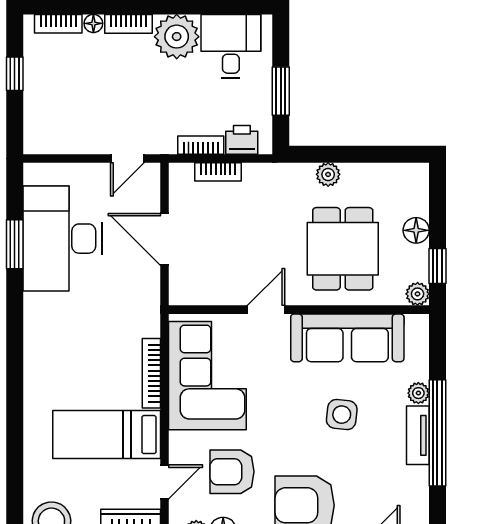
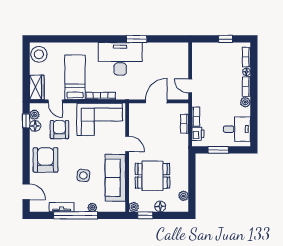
plant: (177, 37) -> (245, 102), width x0.53, depth x0.53
plant: (328, 174) -> (183, 196), moved
desk: (62, 239) -> (120, 59), moved
window: (15, 244) -> (136, 39), moved
tv unit: (418, 435) -> (62, 207), moved

